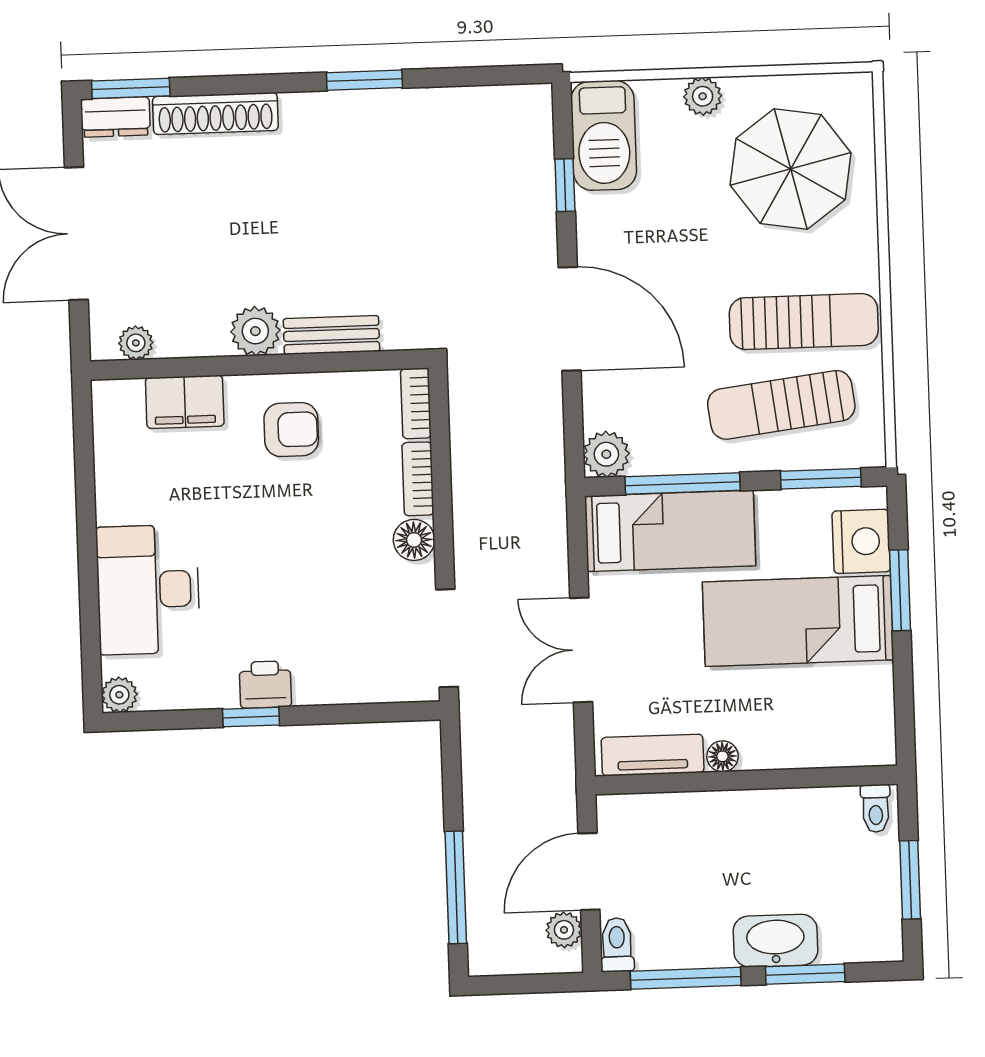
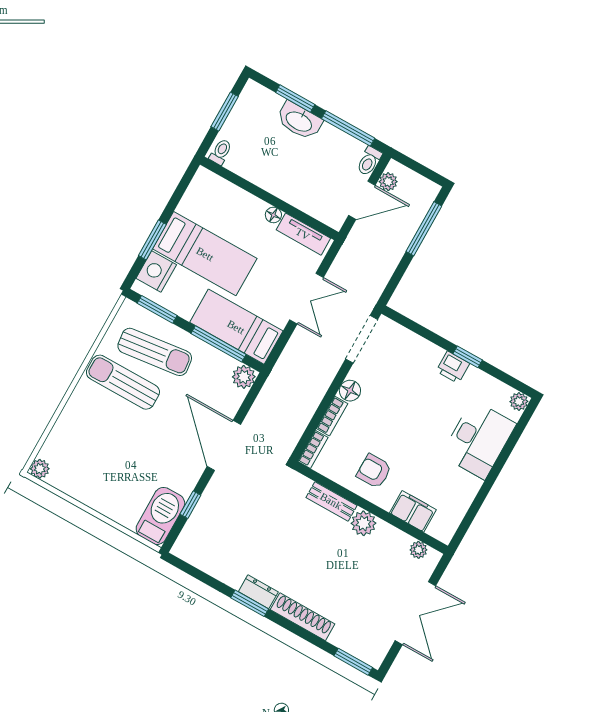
plant: (703, 96) -> (40, 469), moved
shoe rack: (215, 113) -> (303, 617), moved
dresser: (115, 117) -> (258, 592), moved
parasol: (791, 169) -> (88, 452), removed

